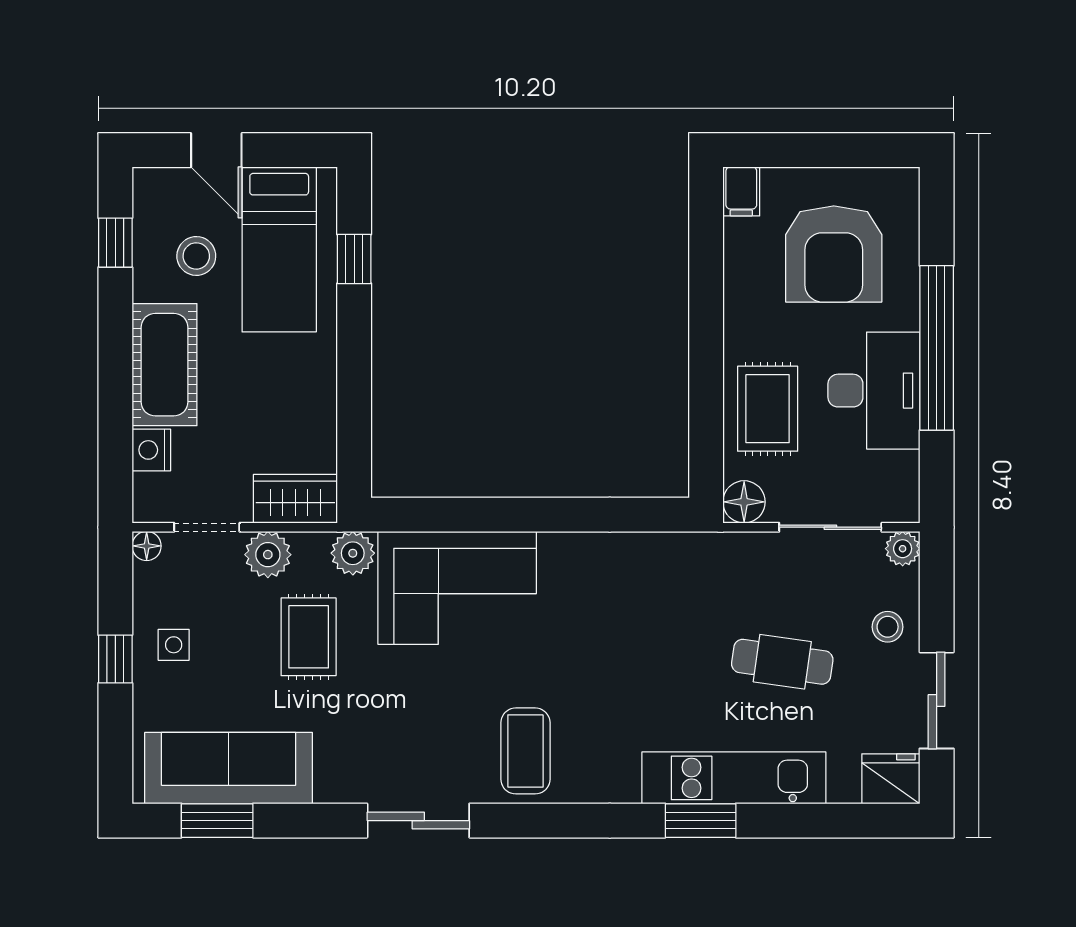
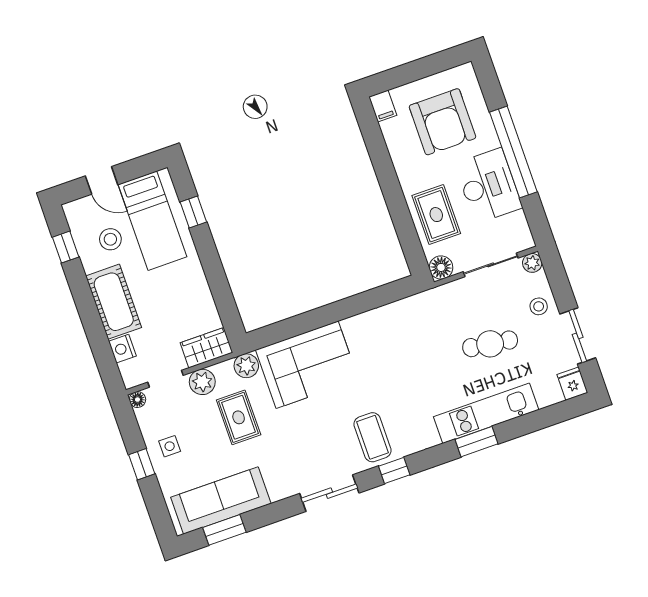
fridge: (891, 779) -> (572, 384), width x0.72
window: (543, 821) -> (394, 470), added

